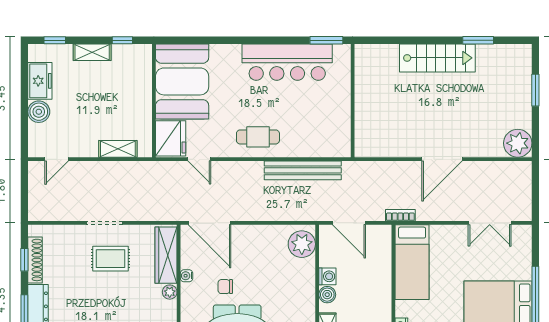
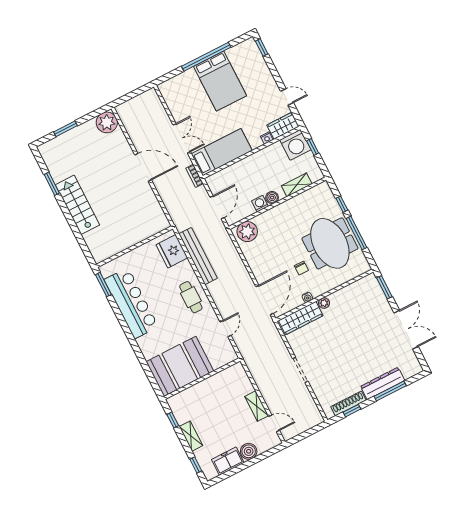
fridge: (171, 138) -> (172, 251), moved, turned -90
shelving: (118, 149) -> (257, 406), moved
double door: (490, 223) -> (182, 138), moved
rug: (111, 259) -> (322, 354), removed

